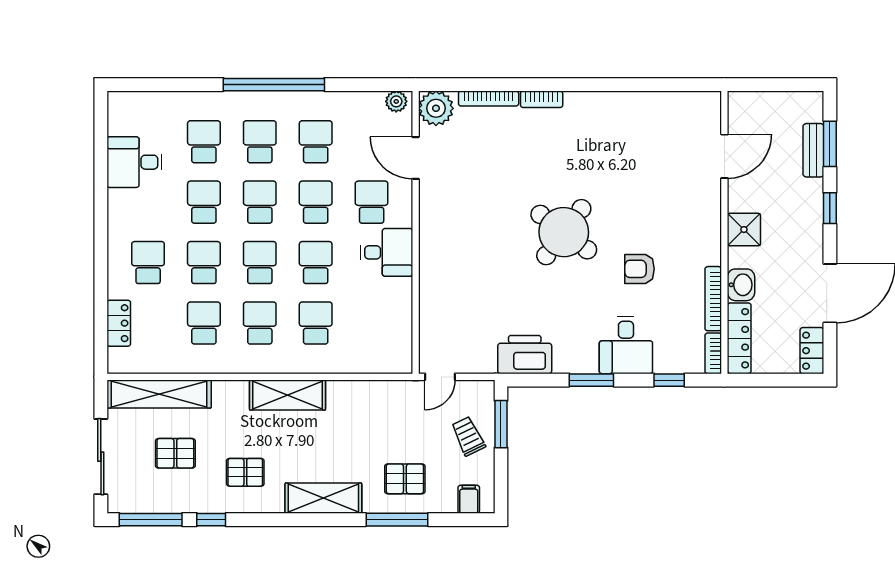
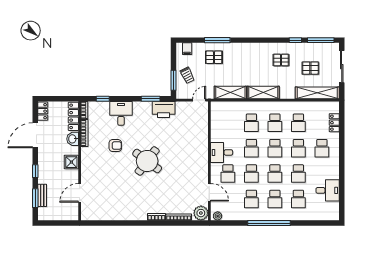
window: (591, 380) -> (151, 99), moved
shelving: (323, 498) -> (230, 92), moved

